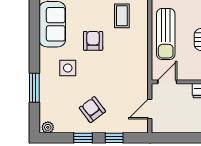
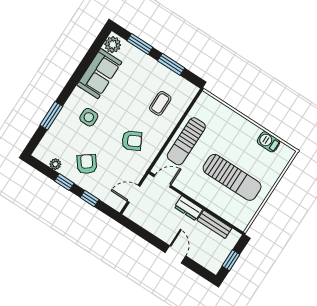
armchair: (93, 41) -> (132, 141), moved, turned 63
plant: (48, 127) -> (55, 164), moved

